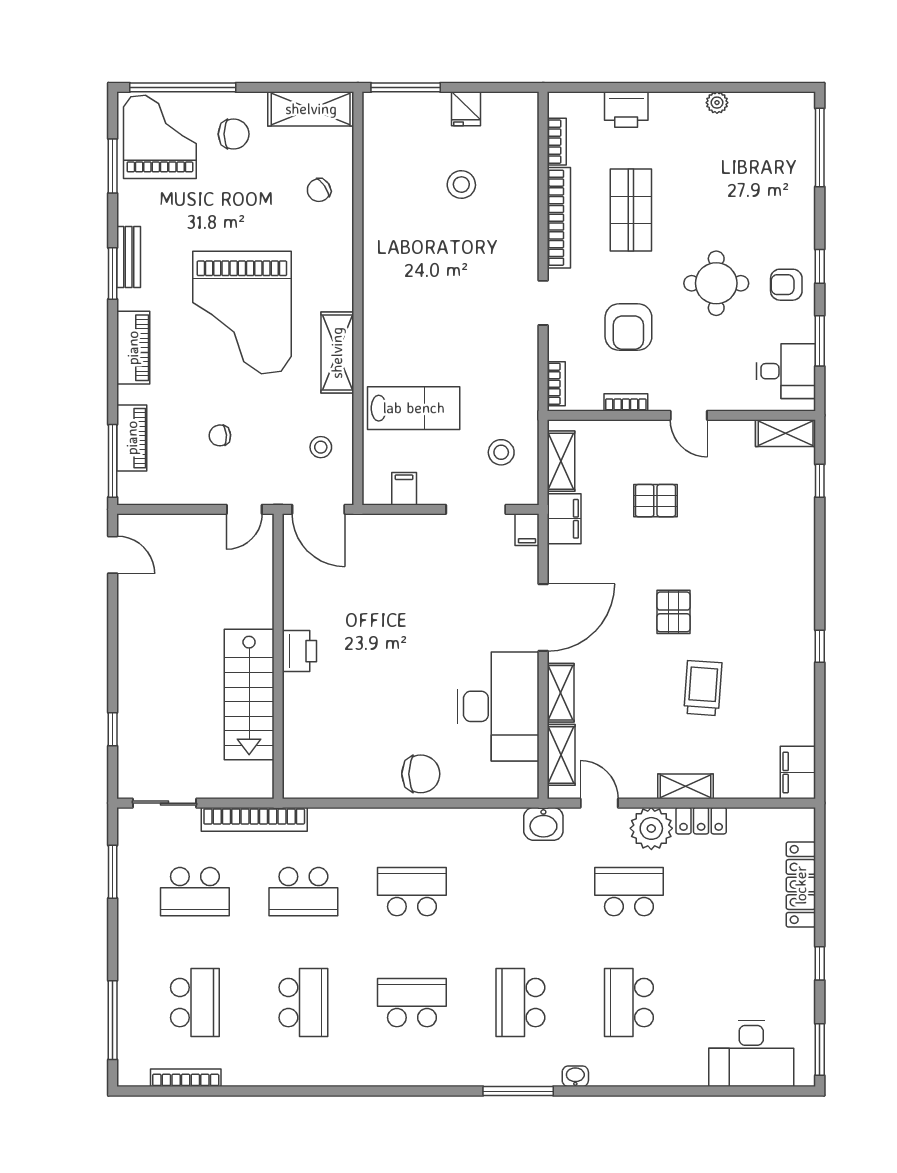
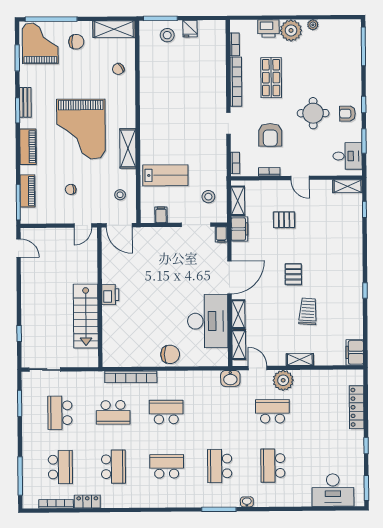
plant: (672, 114) -> (291, 30), added
stool: (461, 185) -> (167, 35), moved
bookcase: (254, 819) -> (131, 377), moved
locker: (701, 821) -> (87, 502), moved, turned 180
school desk: (195, 892) -> (60, 413), turned 90

